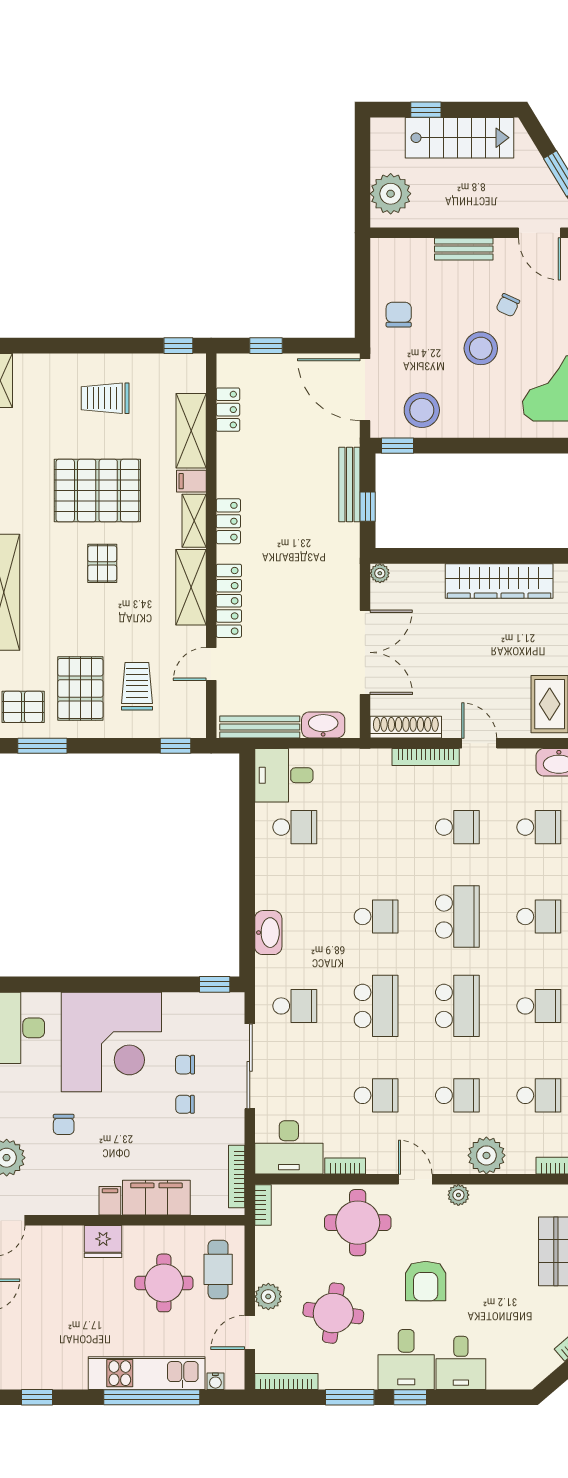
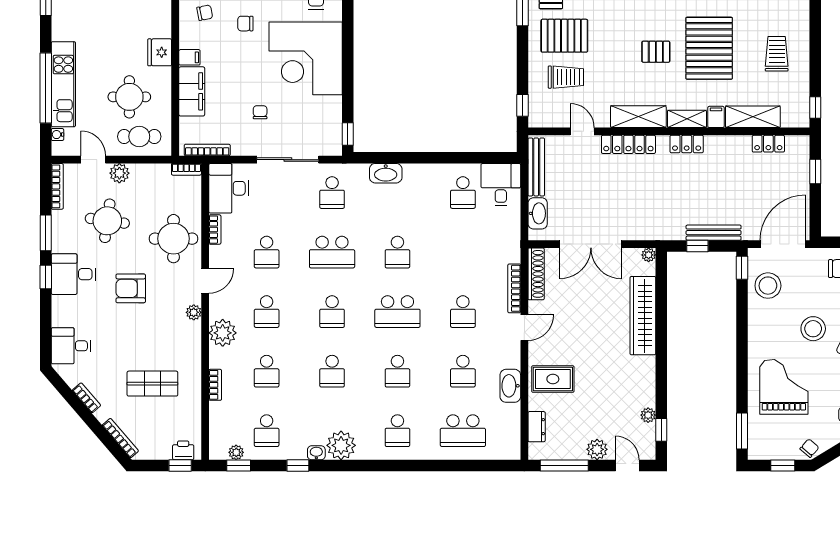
wardrobe: (499, 581) -> (643, 316), moved
school desk: (457, 1006) -> (332, 312), width x0.54
chair: (185, 1065) -> (205, 13), moved, turned 79
desk: (461, 1363) -> (71, 346), moved

